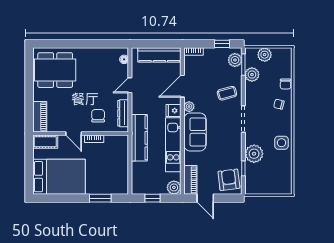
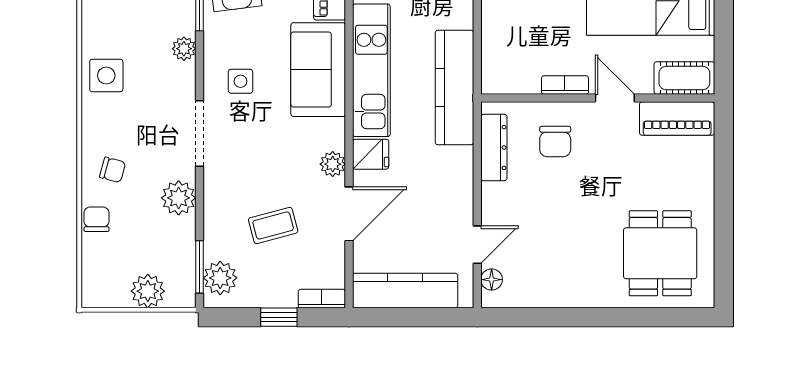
window: (222, 44) -> (279, 317), moved
dining table: (55, 70) -> (660, 253), width x0.73
plant: (252, 75) -> (179, 198), moved
door: (130, 85) -> (477, 245), moved
coffee table: (227, 93) -> (273, 225), moved
piano: (40, 117) -> (677, 119), moved, turned -90
sofa: (195, 132) -> (318, 70), moved
side table: (227, 140) -> (240, 81), added
plant: (254, 154) -> (184, 49), width x0.53, depth x0.53

